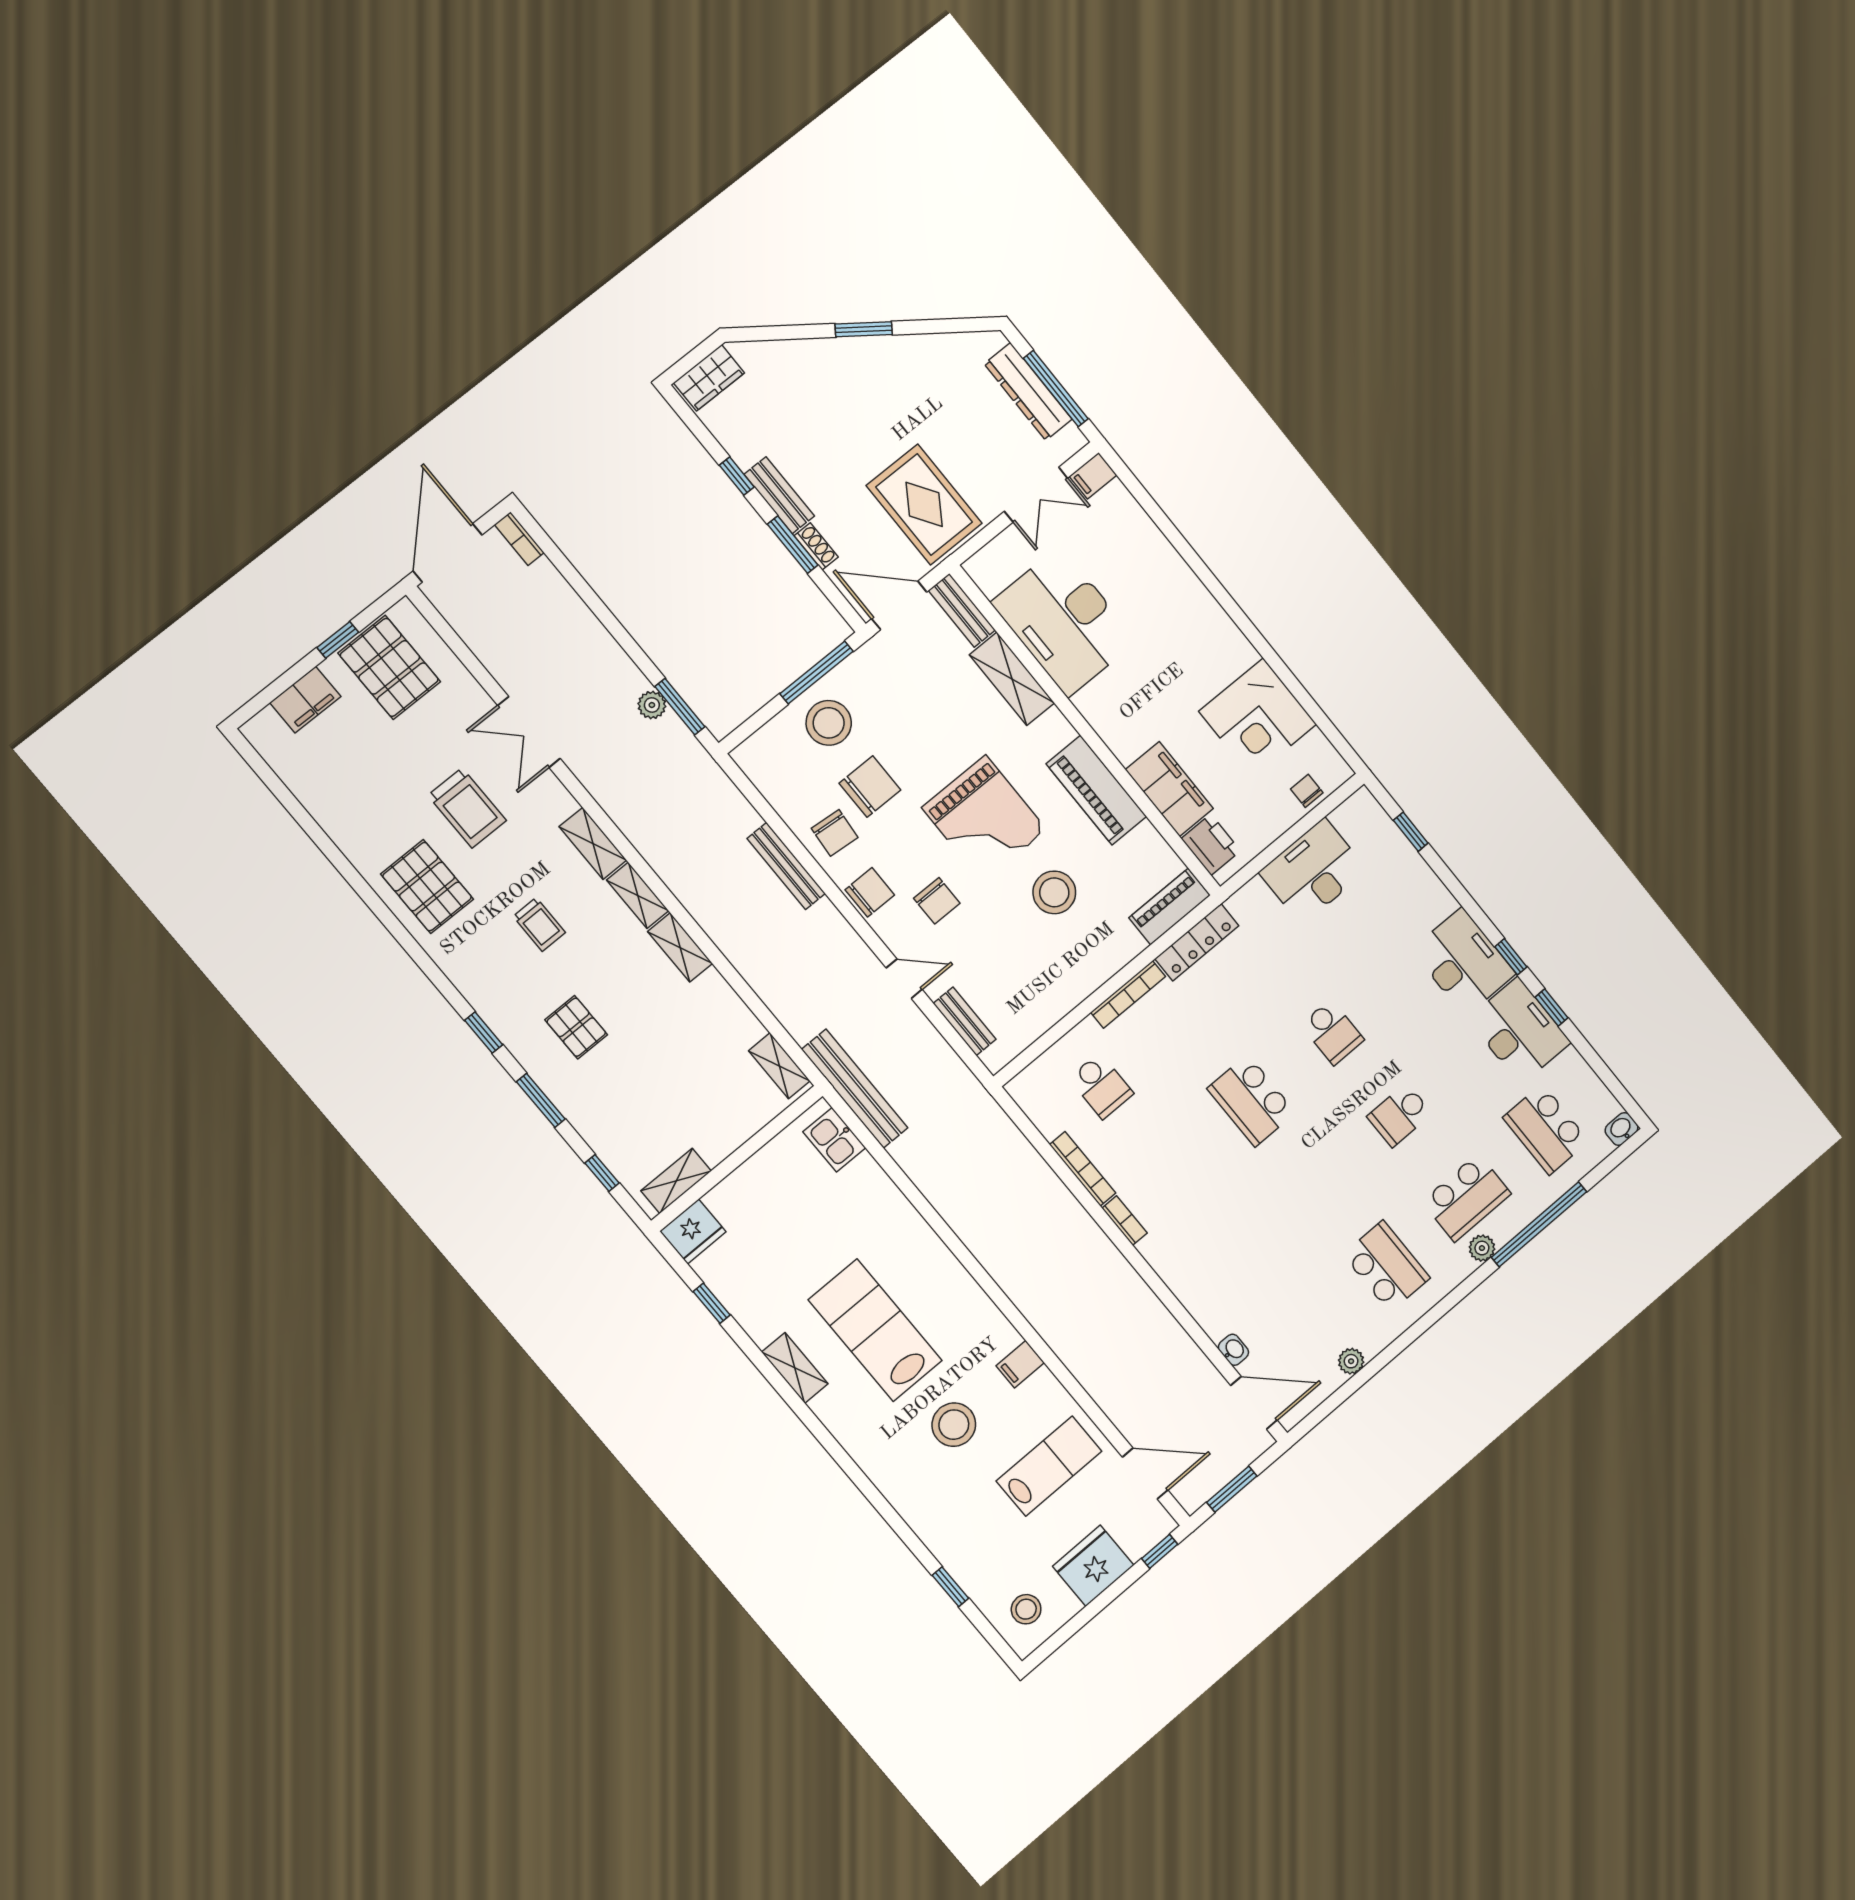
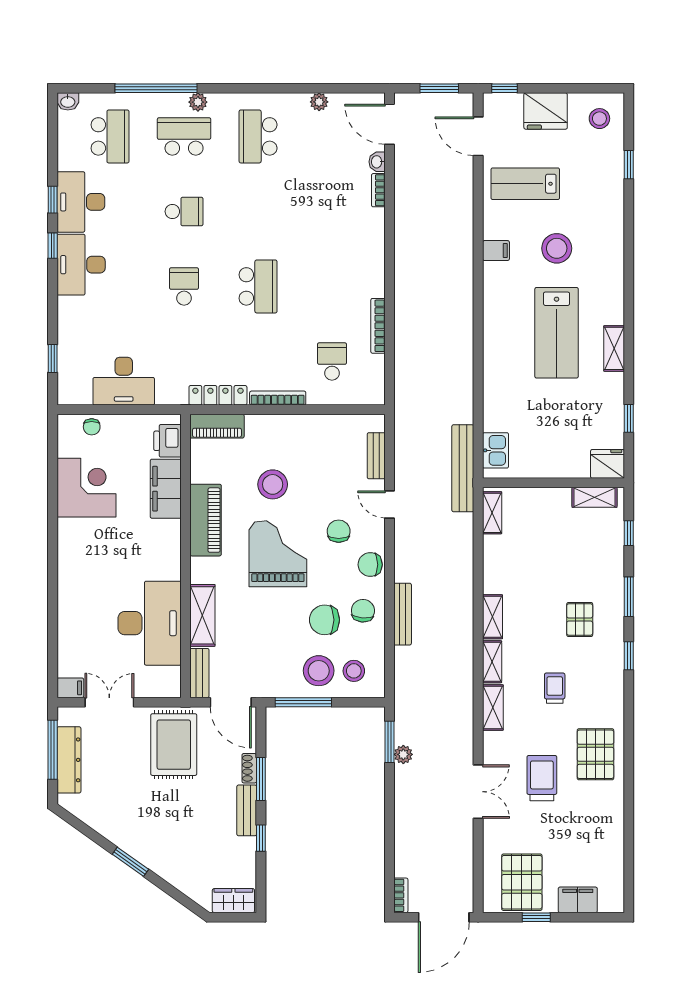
stool: (788, 755) -> (354, 671), added
bookcase: (1125, 1220) -> (378, 190), moved

